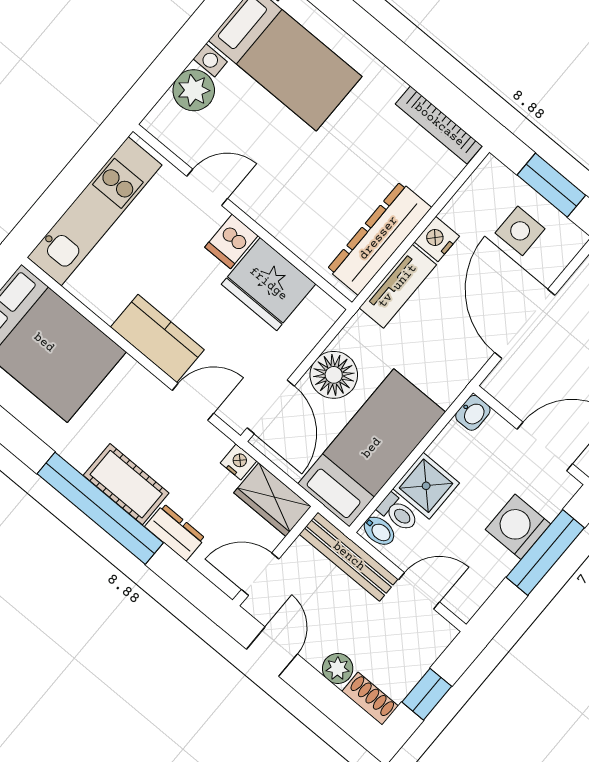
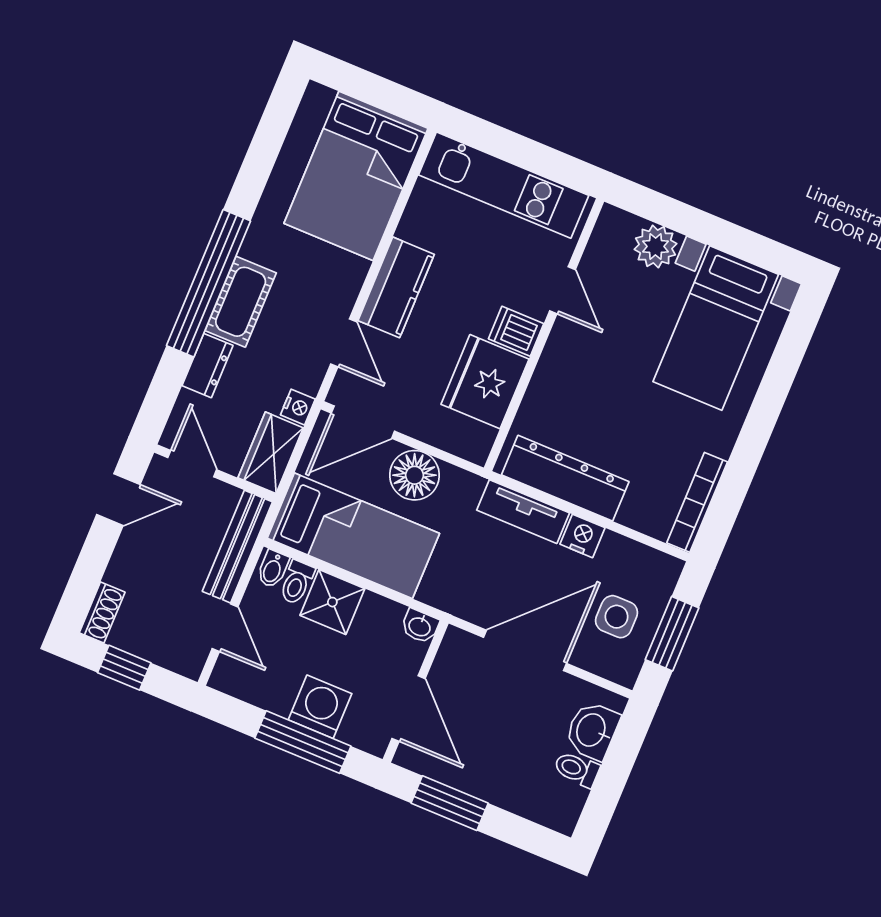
plant: (338, 668) -> (122, 570), removed

